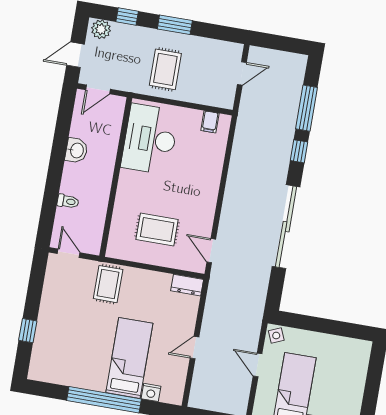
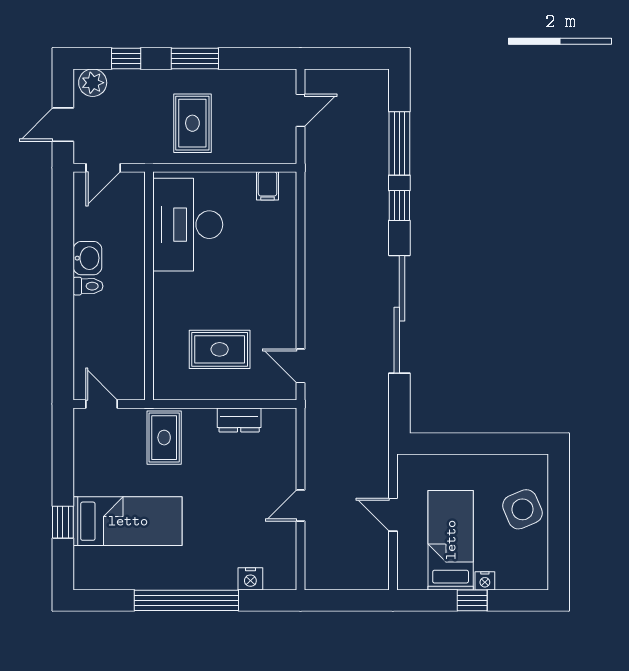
toilet: (68, 201) -> (88, 286), moved
dresser: (187, 285) -> (239, 420), moved
side table: (276, 336) -> (522, 509), moved, width x1.87, depth x1.87
bed: (129, 358) -> (128, 521), moved, turned 90

